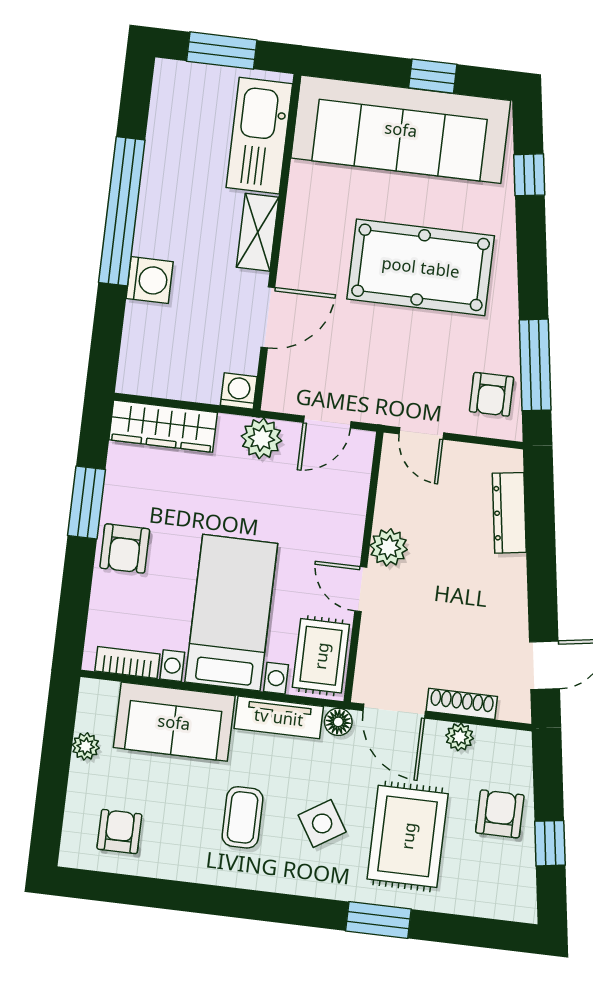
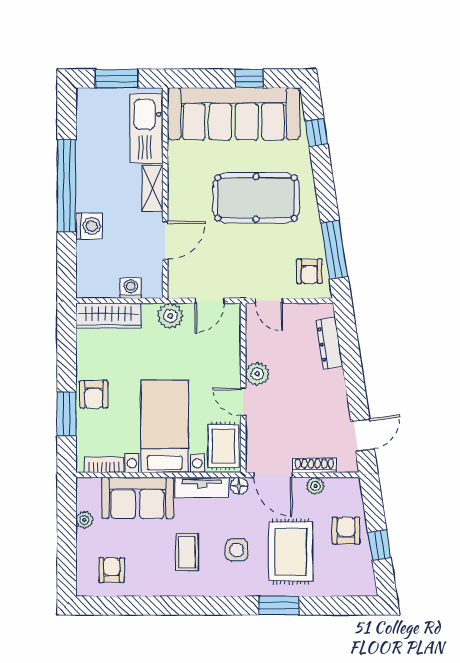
washing machine: (239, 391) -> (131, 288), moved
window: (87, 503) -> (67, 414), moved
side table: (322, 823) -> (237, 550), turned 32

